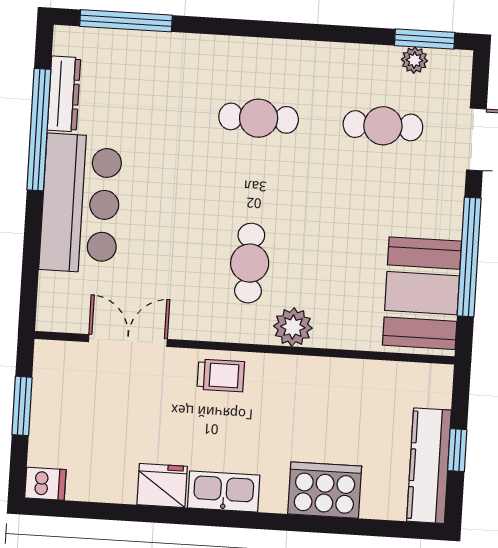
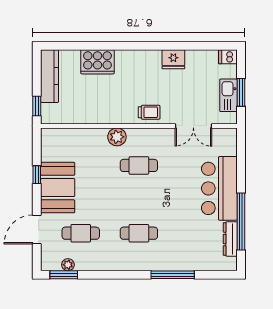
window: (126, 21) -> (173, 275), moved
window: (469, 257) -> (37, 175), width x0.32
cafe table: (250, 263) -> (139, 165), turned 90
booth: (422, 293) -> (58, 188), moved
trolley: (221, 375) -> (149, 112), turned 180
window: (457, 450) -> (37, 106), moved
kitchen sink: (224, 491) -> (228, 95), moved, turned 90

